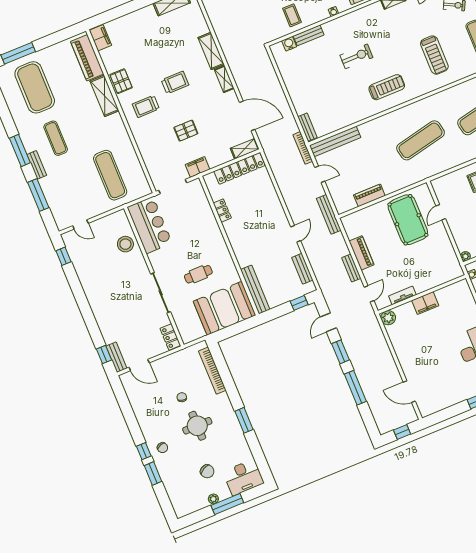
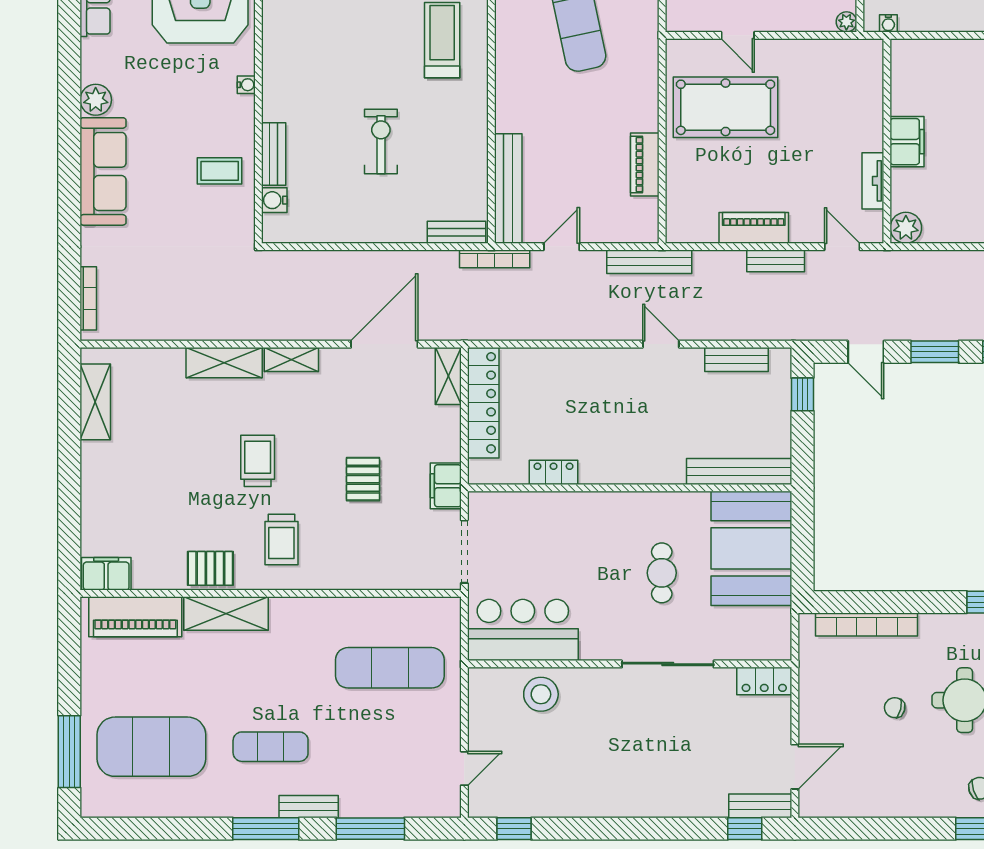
exercise bike: (356, 56) -> (381, 142), moved

